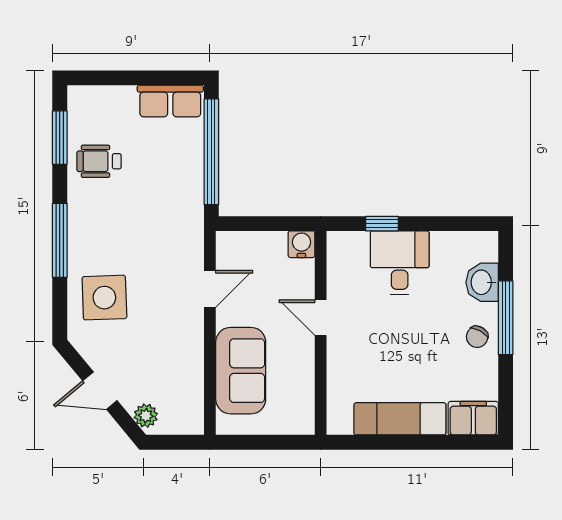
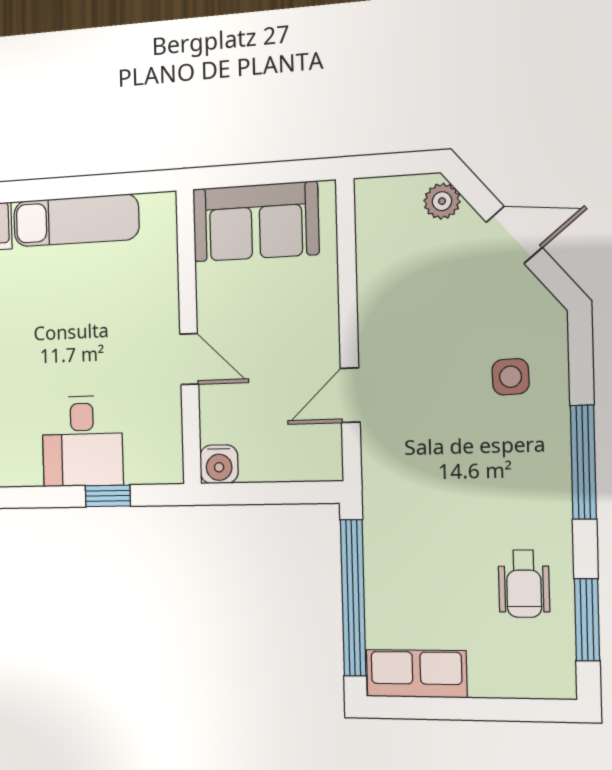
wheelchair: (99, 161) -> (524, 584), turned 90
side table: (104, 298) -> (511, 377), width x0.54, depth x0.54
sofa: (241, 371) -> (256, 222), moved, turned -90

